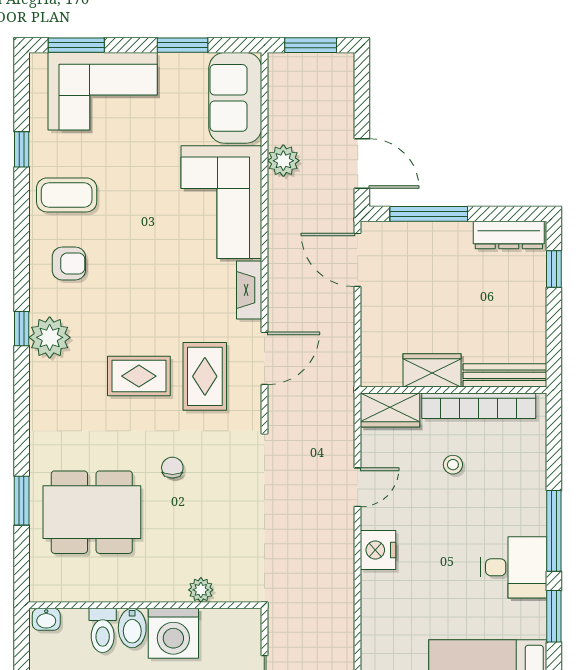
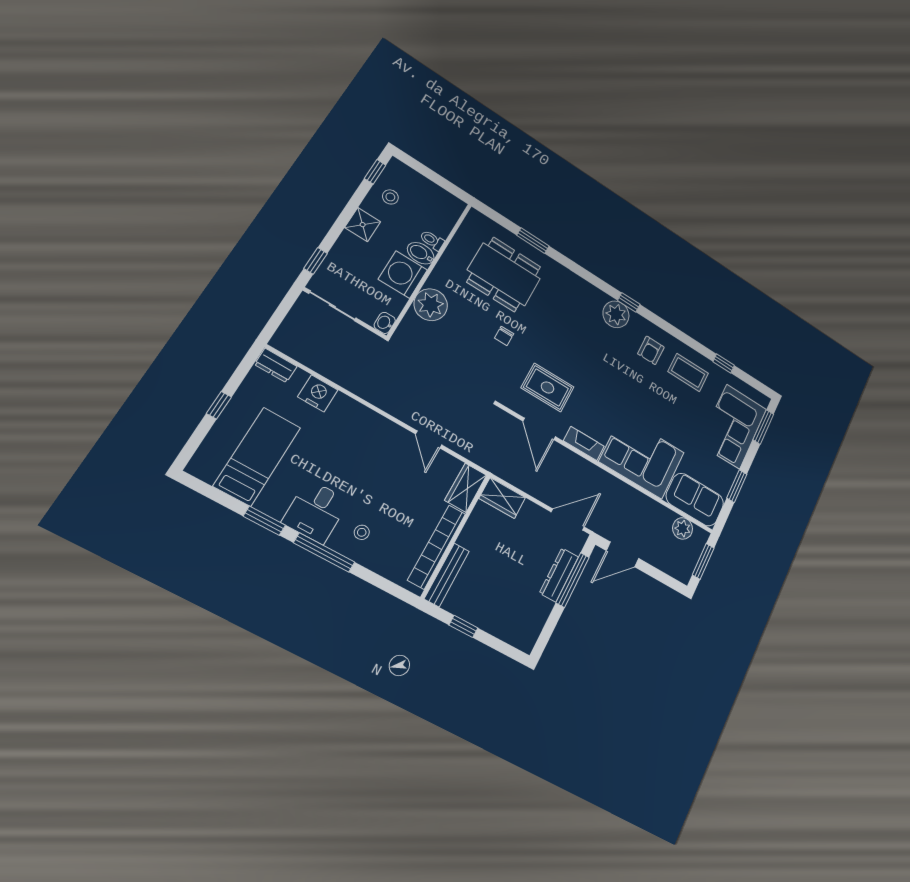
plant: (283, 161) -> (683, 528), moved
coffee table: (67, 195) -> (688, 372), turned 90
dresser: (509, 235) -> (559, 575), moved
window: (554, 269) -> (463, 626), moved
wardrobe: (432, 370) -> (502, 498), moved, turned 90
rug: (139, 376) -> (568, 350), removed
stool: (453, 465) -> (362, 532), moved
chair: (172, 468) -> (504, 336), turned 90
dining table: (92, 512) -> (504, 274), turned 90
nightstand: (378, 550) -> (318, 393), moved
plant: (201, 590) -> (431, 305), width x1.87, depth x1.87
washbasin: (46, 619) -> (385, 323), moved
toilet: (103, 630) -> (432, 240), width x0.73, depth x0.72

